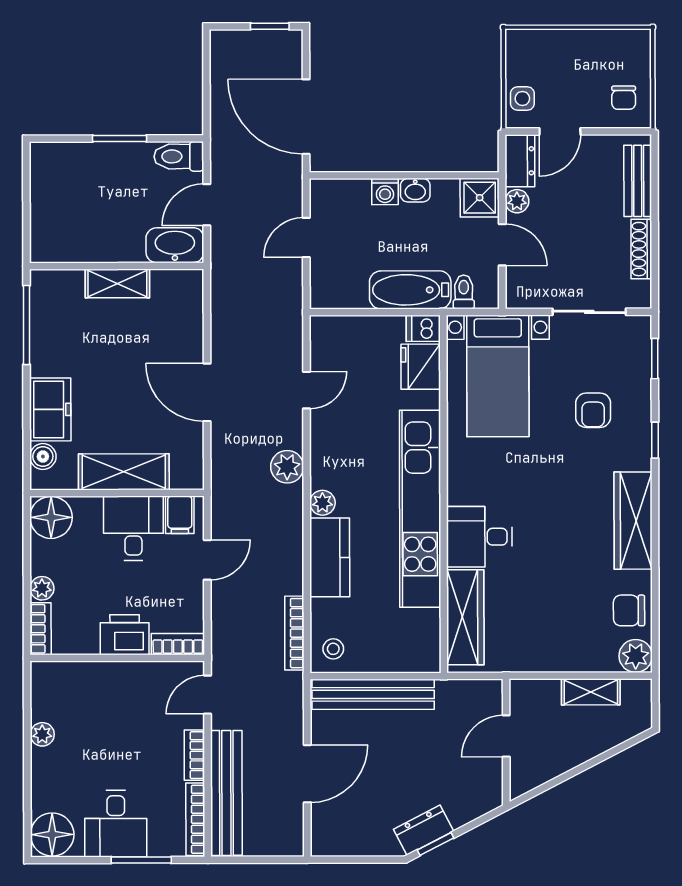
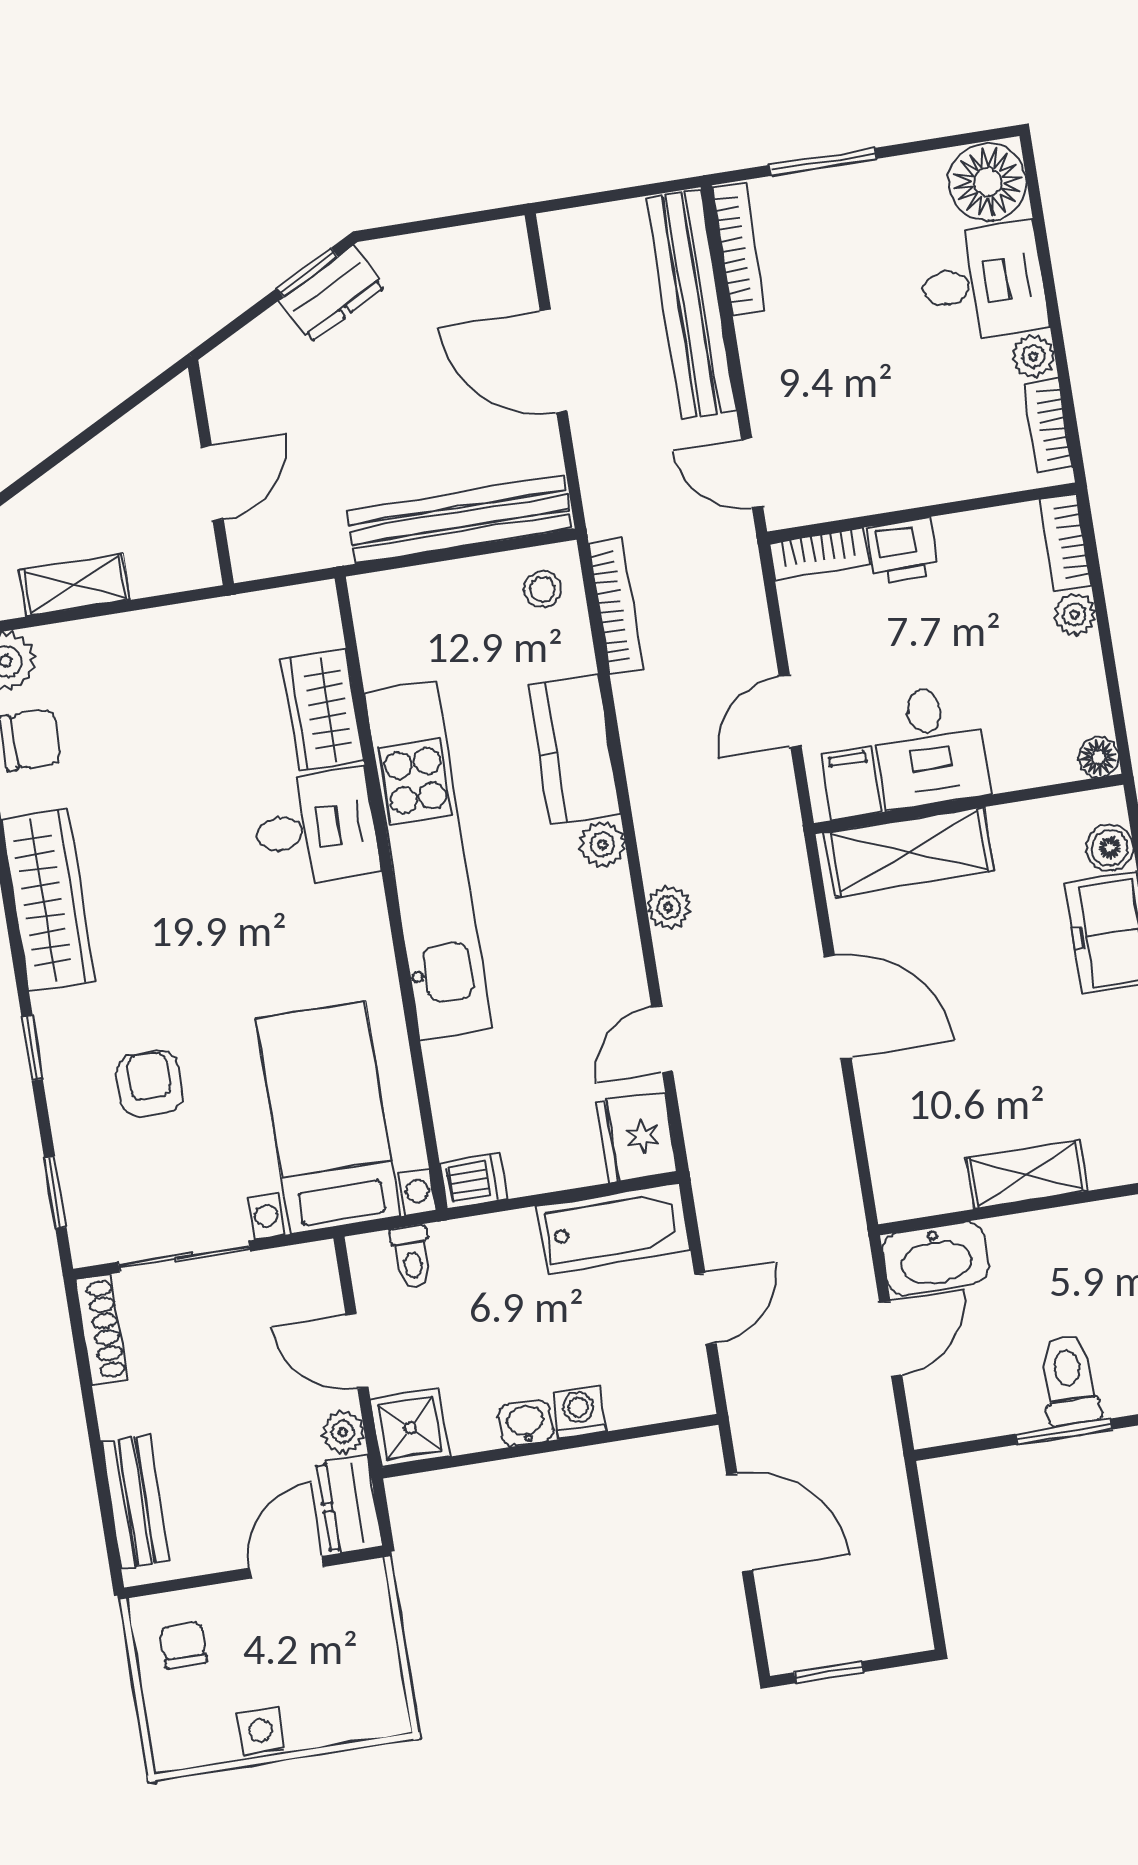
side table: (522, 98) -> (260, 1731), moved
door: (306, 117) -> (740, 1523), width x0.73
toilet: (179, 156) -> (1069, 1380), moved, turned -90
shoe rack: (641, 249) -> (101, 1330), moved
bathtub: (410, 290) -> (613, 1228), moved
fridge: (421, 367) -> (637, 1137), moved, turned 180
plant: (287, 467) -> (668, 907), width x0.73, depth x0.73
shelving: (124, 472) -> (909, 852), moved
floor lamp: (51, 517) -> (1099, 757), width x0.53, depth x0.53
wardrobe: (465, 617) -> (322, 710), width x0.67
printer: (125, 635) -> (903, 551), width x0.73, depth x0.81
door: (208, 695) -> (752, 473), swing flipped
bookcase: (194, 755) -> (1048, 426), moved, turned 180
door: (307, 774) -> (554, 361), hinge flipped
desk: (116, 824) -> (983, 282), moved, turned 90

